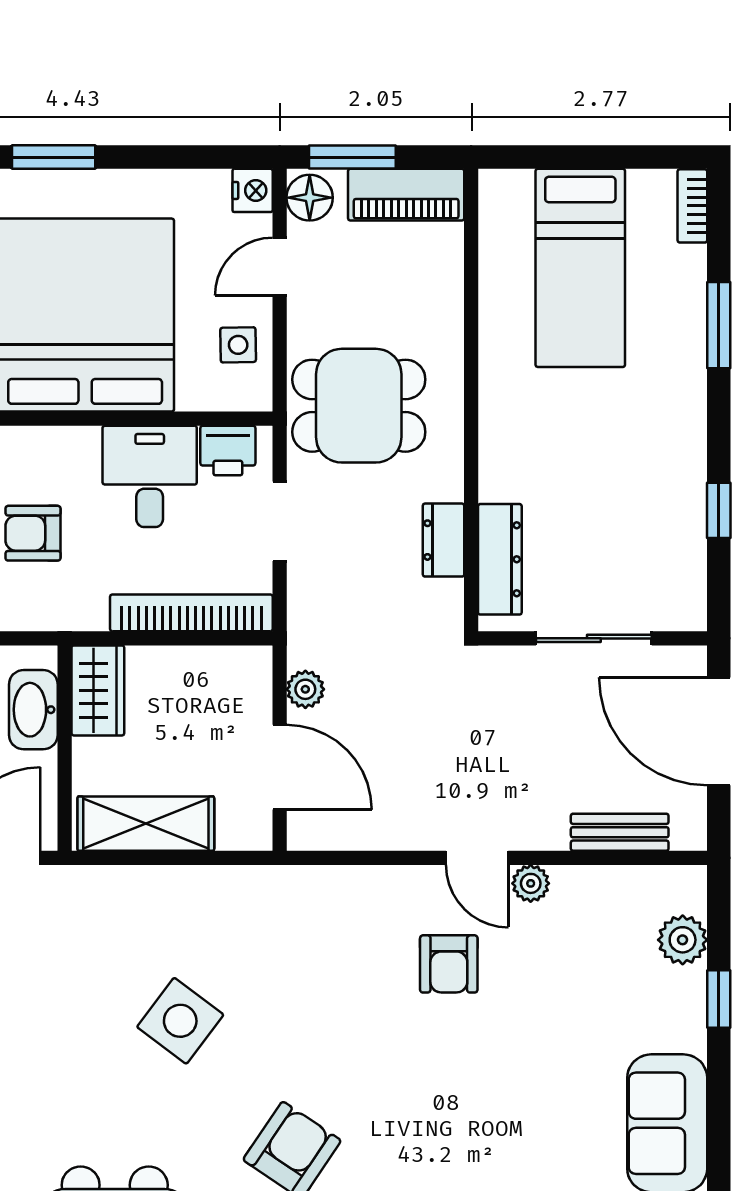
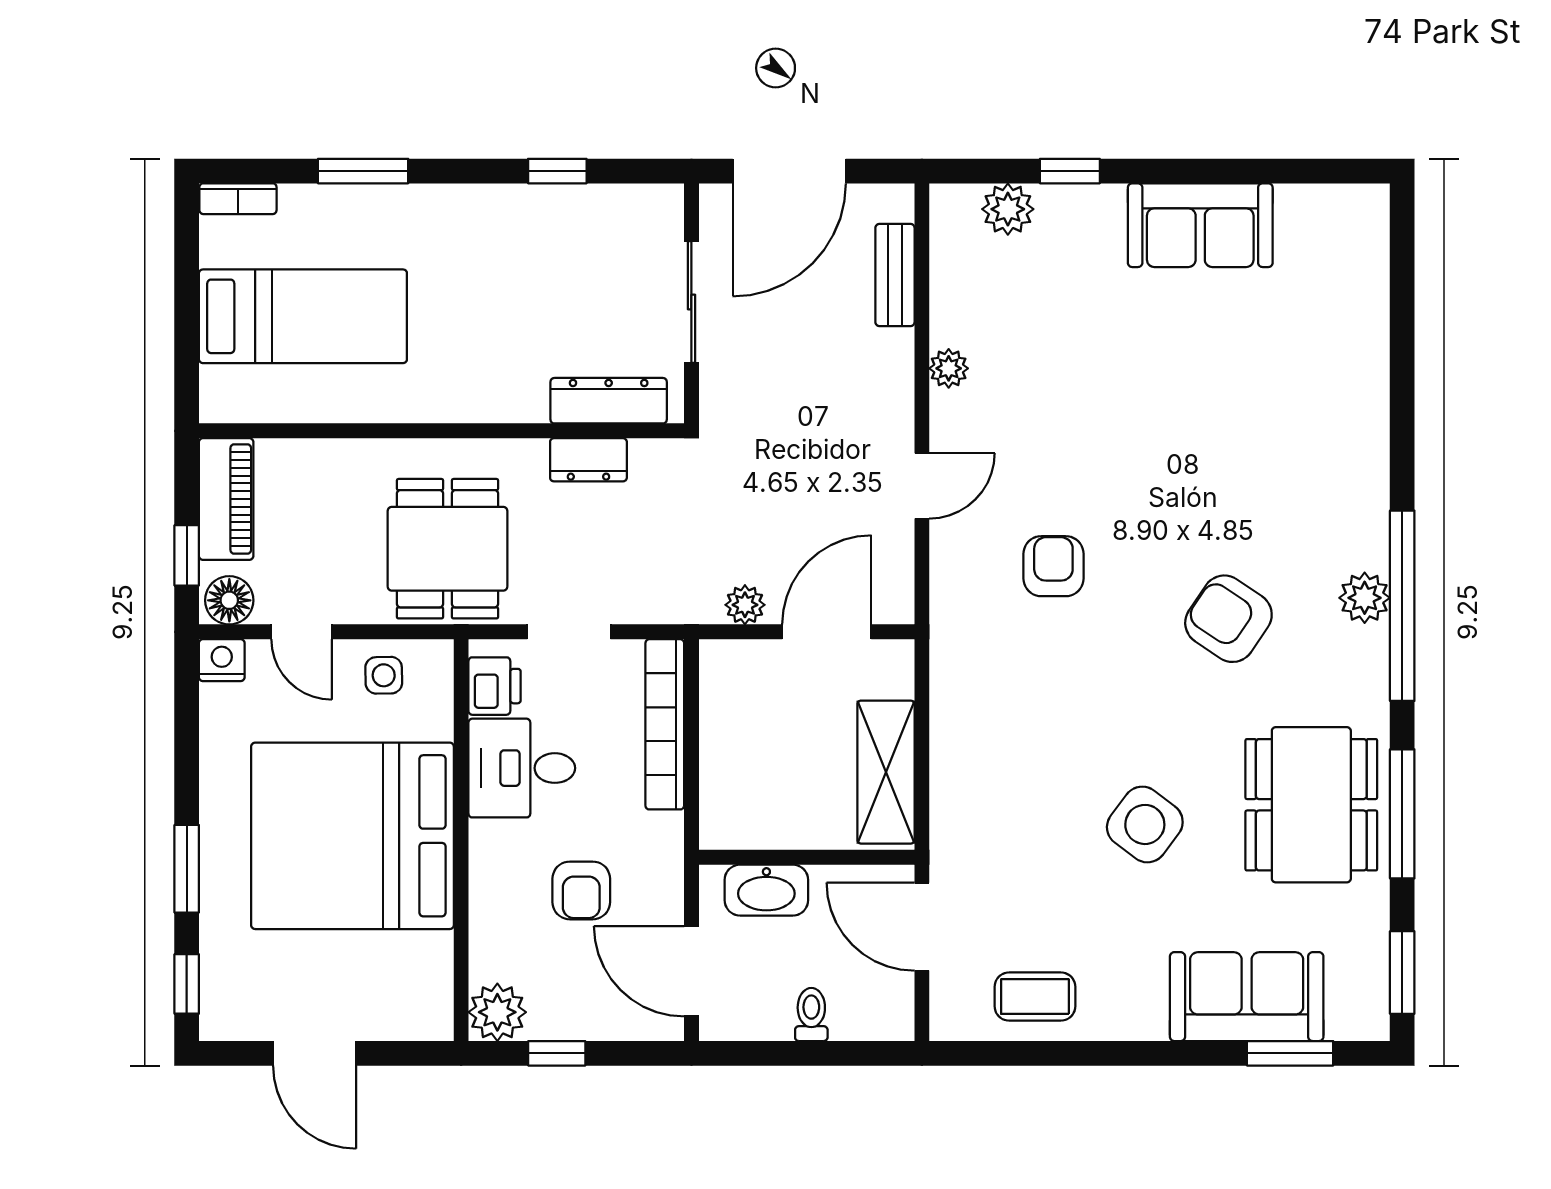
window: (352, 157) -> (187, 555), width x0.67
wardrobe: (98, 690) -> (746, 822), removed
door: (477, 858) -> (922, 486), moved
armchair: (449, 964) -> (1053, 566), moved, turned -90
side table: (180, 1021) -> (1145, 824), moved

